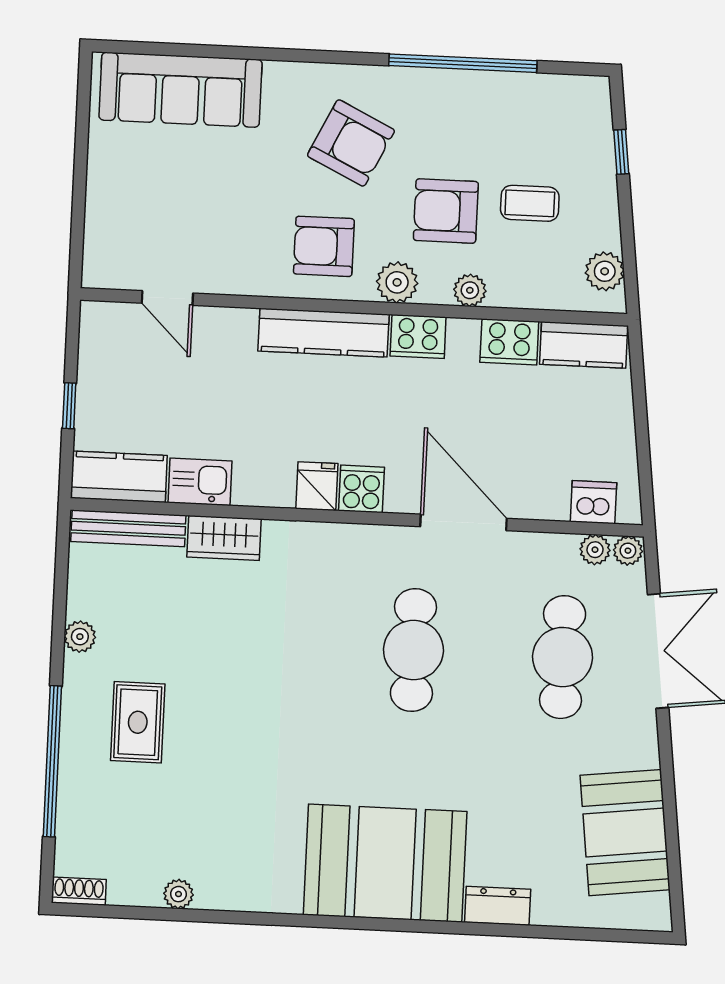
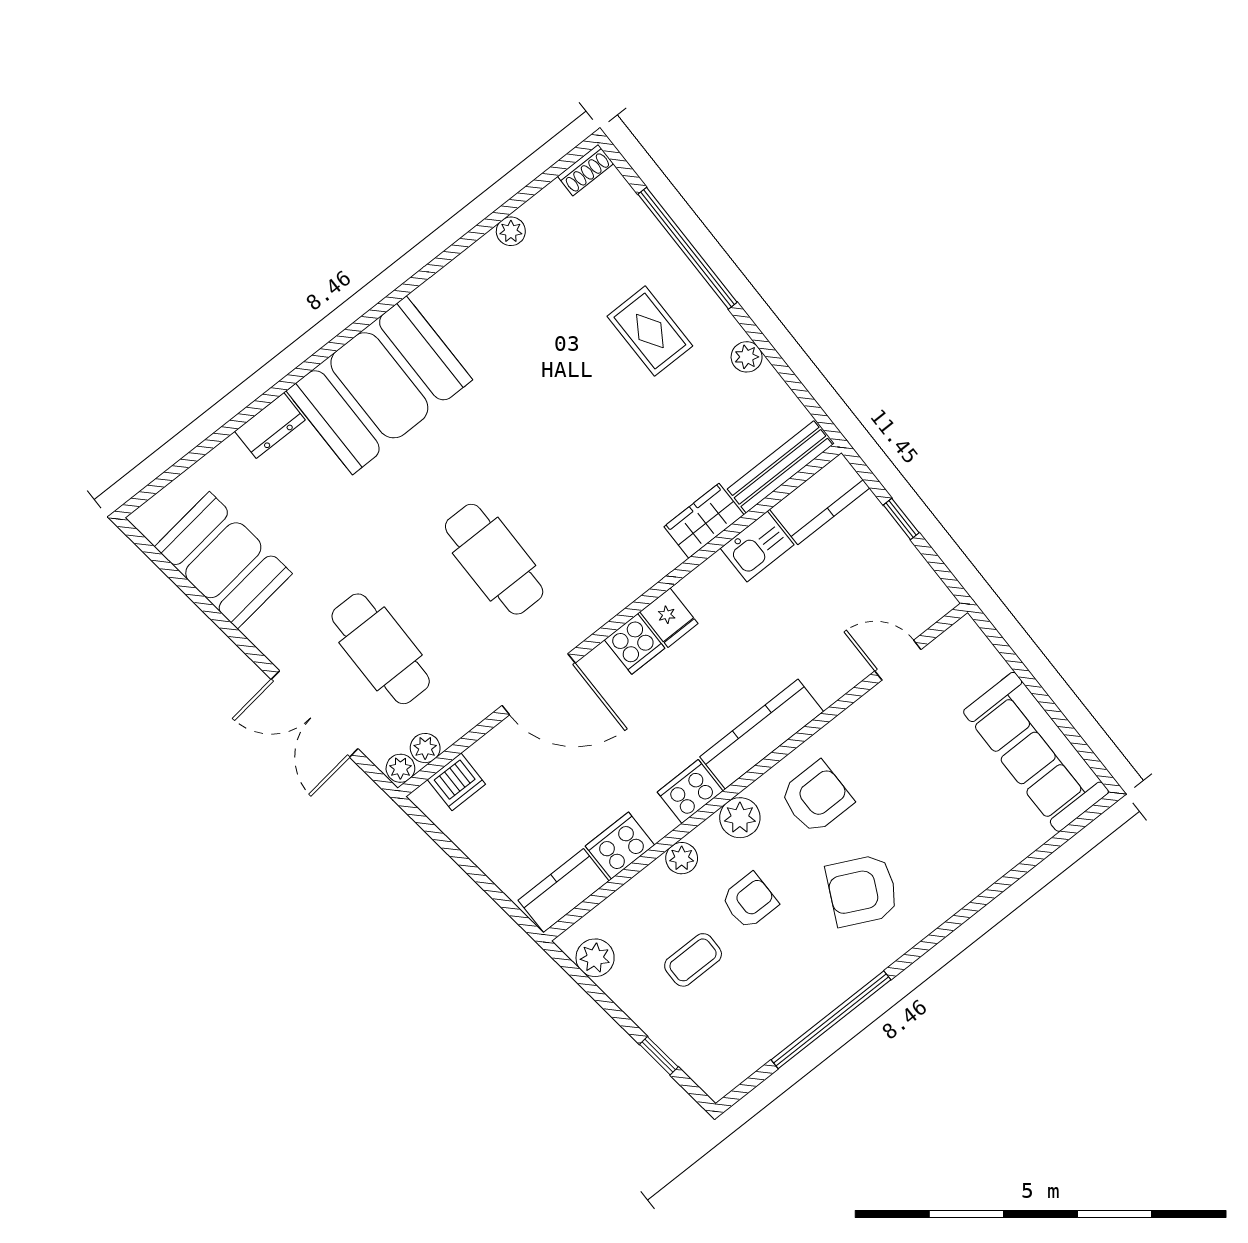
sofa: (180, 90) -> (1036, 752), moved, turned -90
armchair: (446, 211) -> (750, 901), width x0.72, depth x0.72

